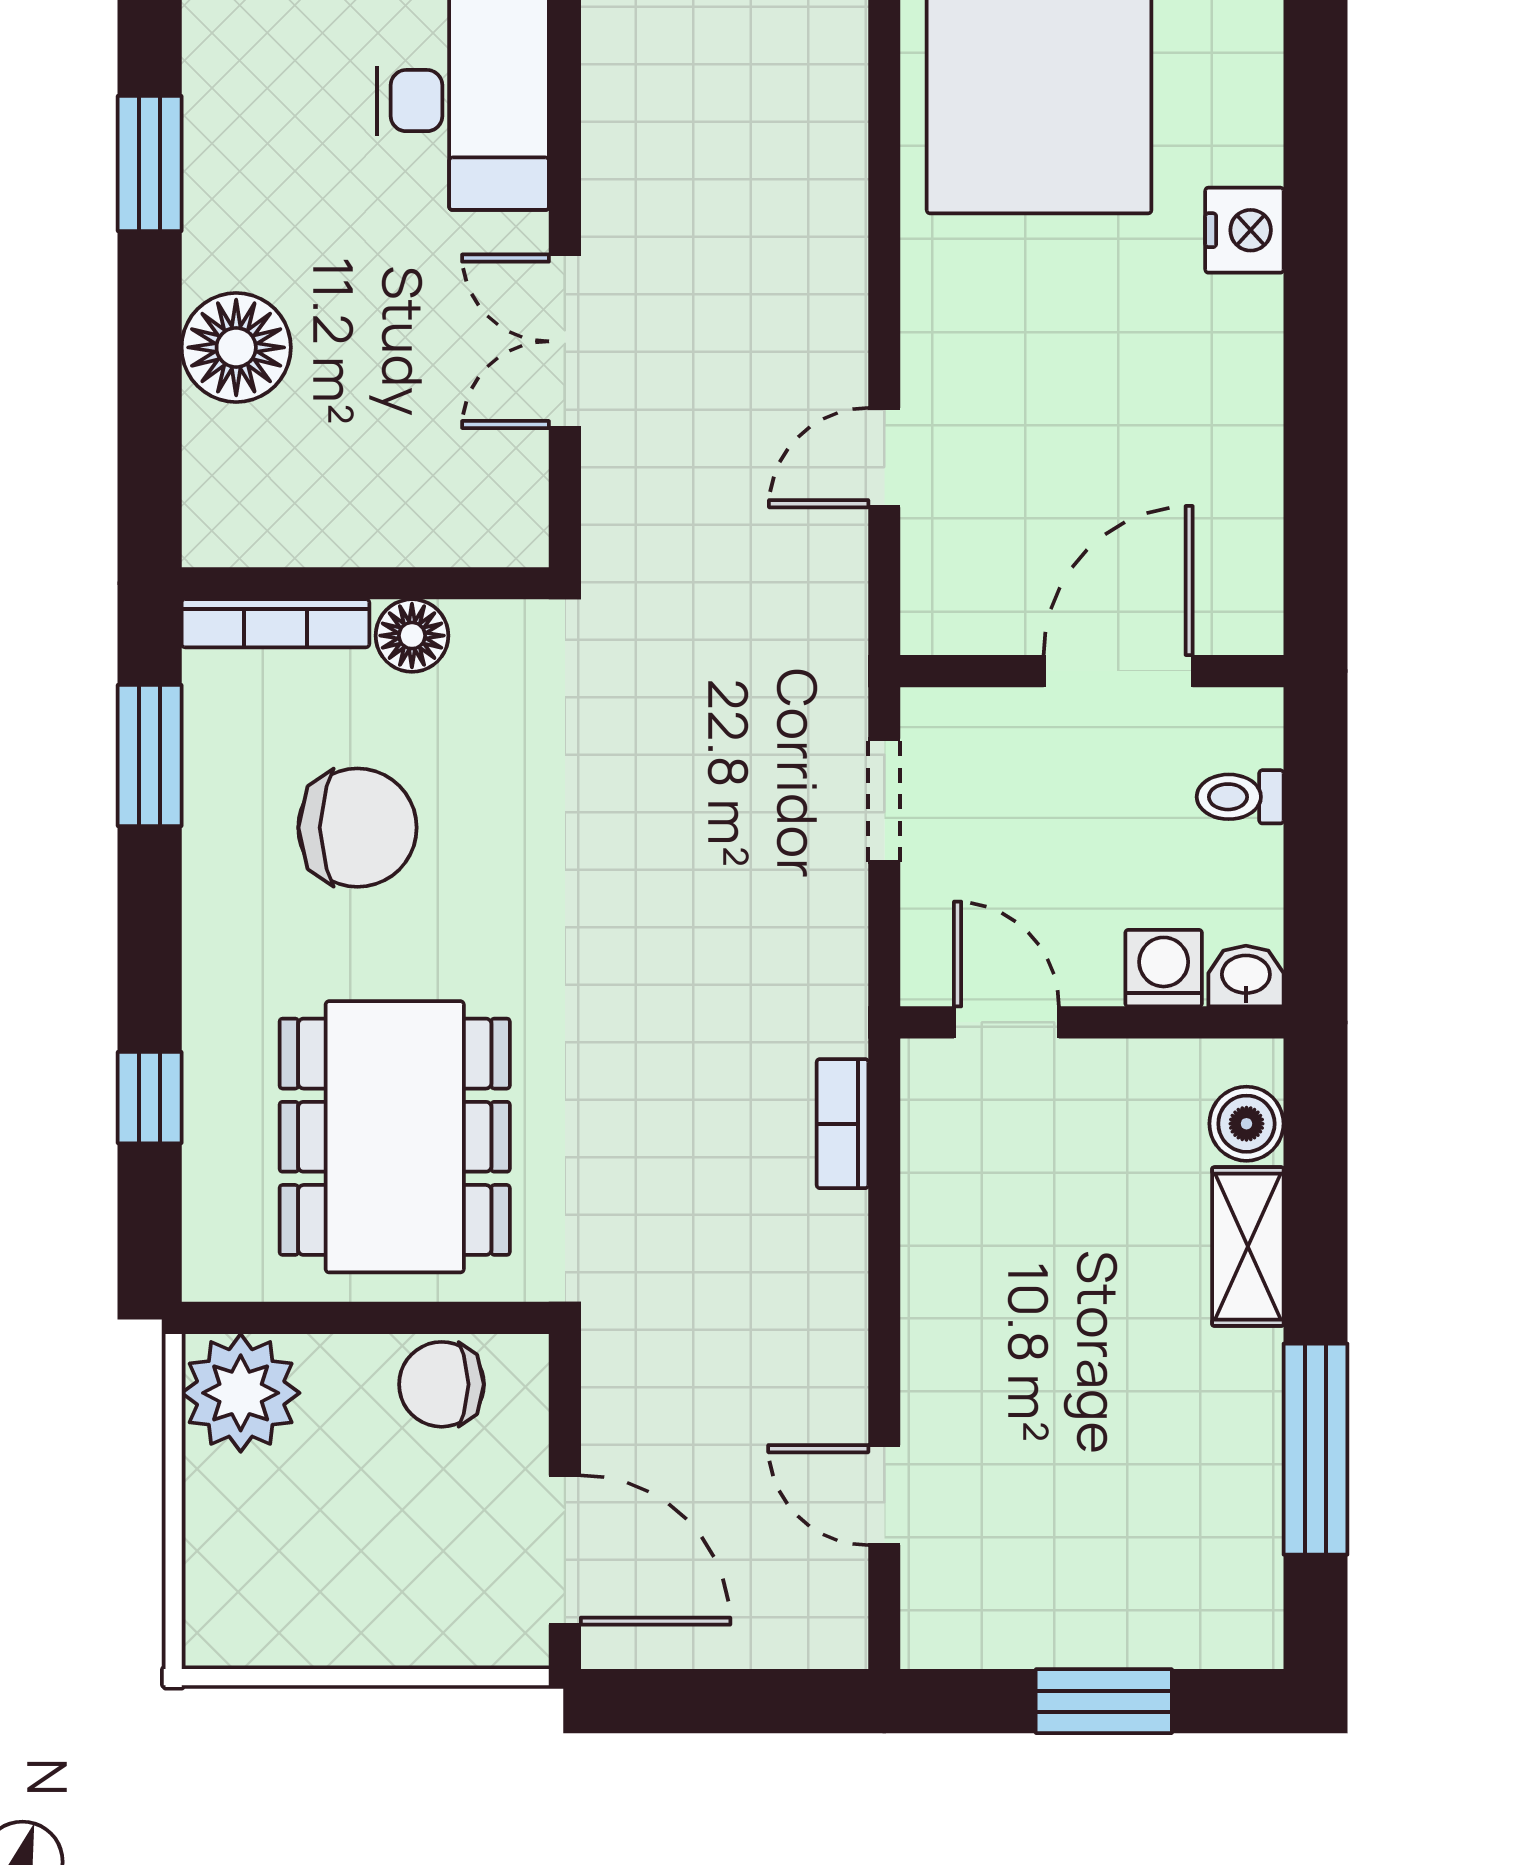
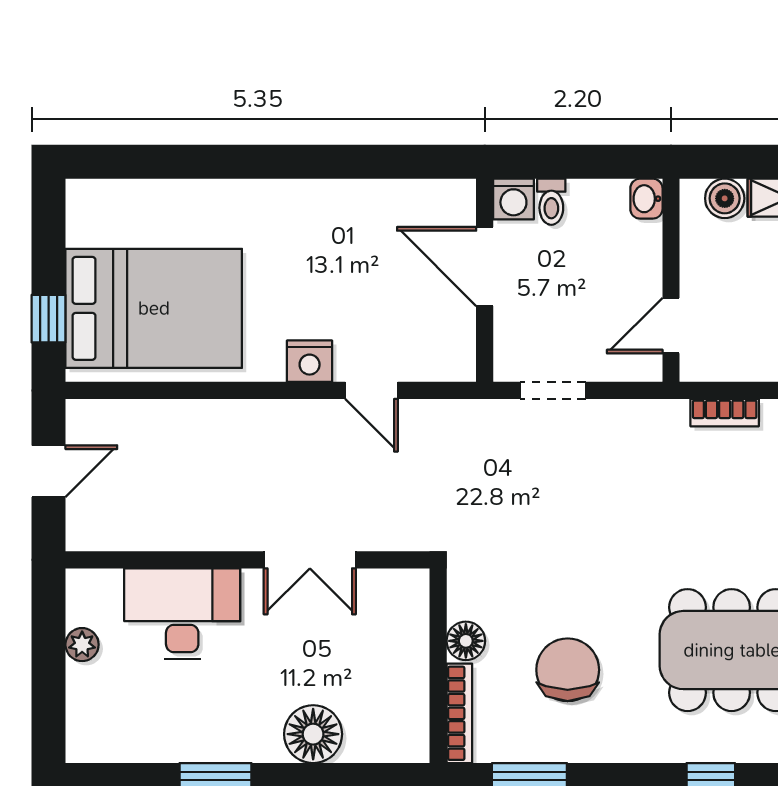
nightstand: (1244, 230) -> (310, 361), moved, turned 180
washing machine: (1164, 968) -> (513, 199), moved, turned -90

